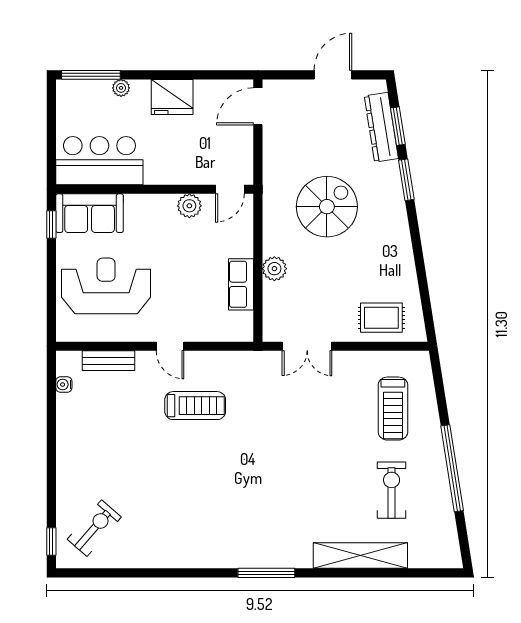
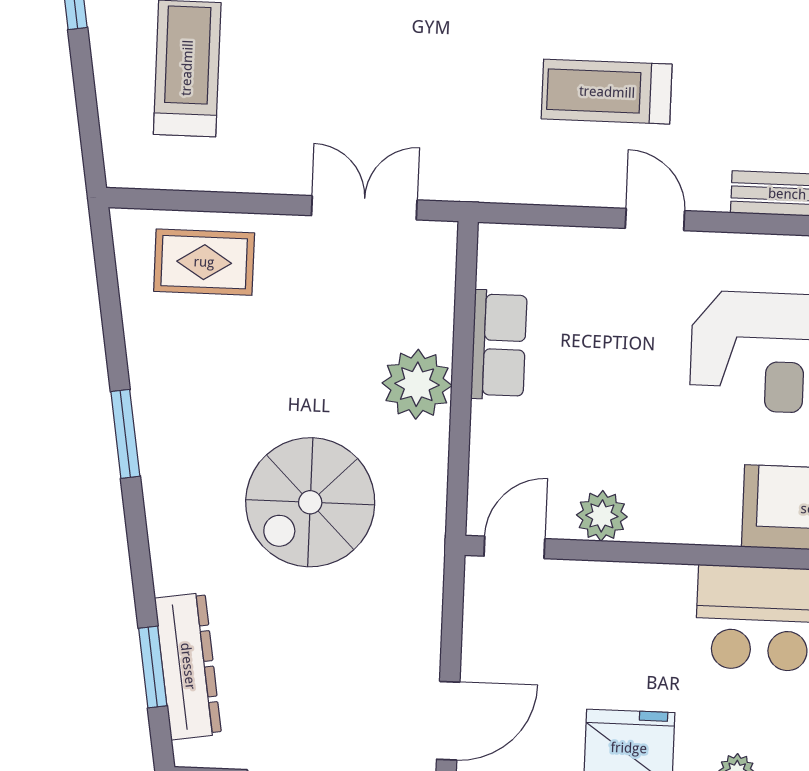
window: (406, 180) -> (125, 434), moved
plant: (274, 269) -> (417, 384), width x1.36, depth x1.36

